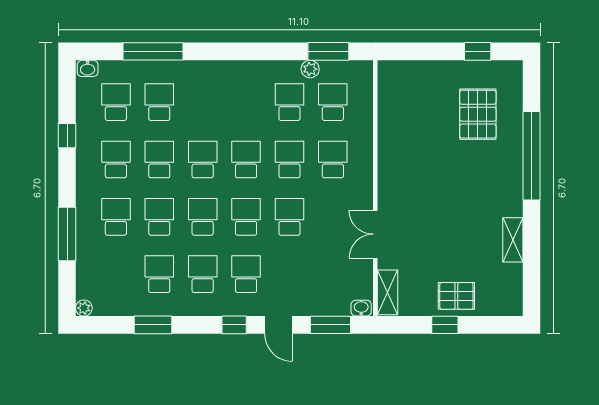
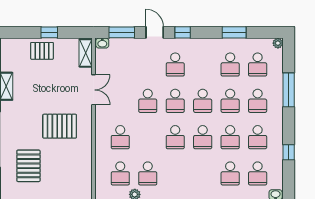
school desk: (289, 159) -> (148, 137), removed
pallet: (429, 177) -> (60, 126), added
school desk: (203, 274) -> (258, 65), moved

